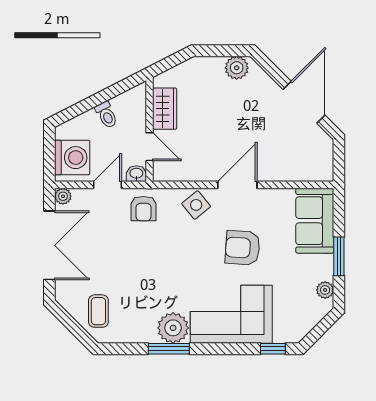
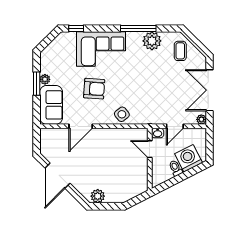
wardrobe: (165, 109) -> (141, 172), removed
washing machine: (72, 158) -> (189, 158), moved, turned 63
door: (237, 185) -> (81, 126), moved
armchair: (143, 209) -> (153, 112), removed
plant: (325, 290) -> (45, 79), moved
plant: (173, 328) -> (152, 41), moved
window: (169, 349) -> (138, 28), width x1.44

